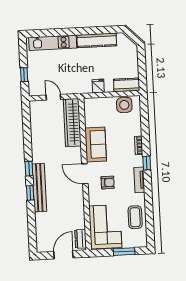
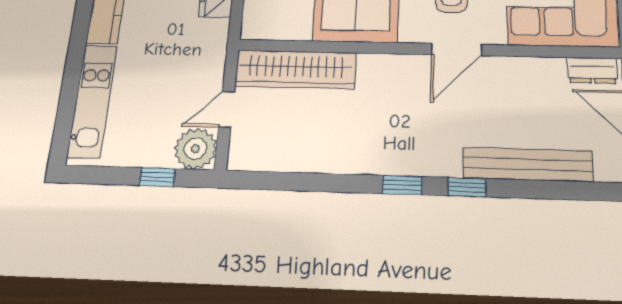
plant: (37, 88) -> (195, 149), added
door: (85, 174) -> (457, 50), moved
bench: (39, 188) -> (528, 165), moved

